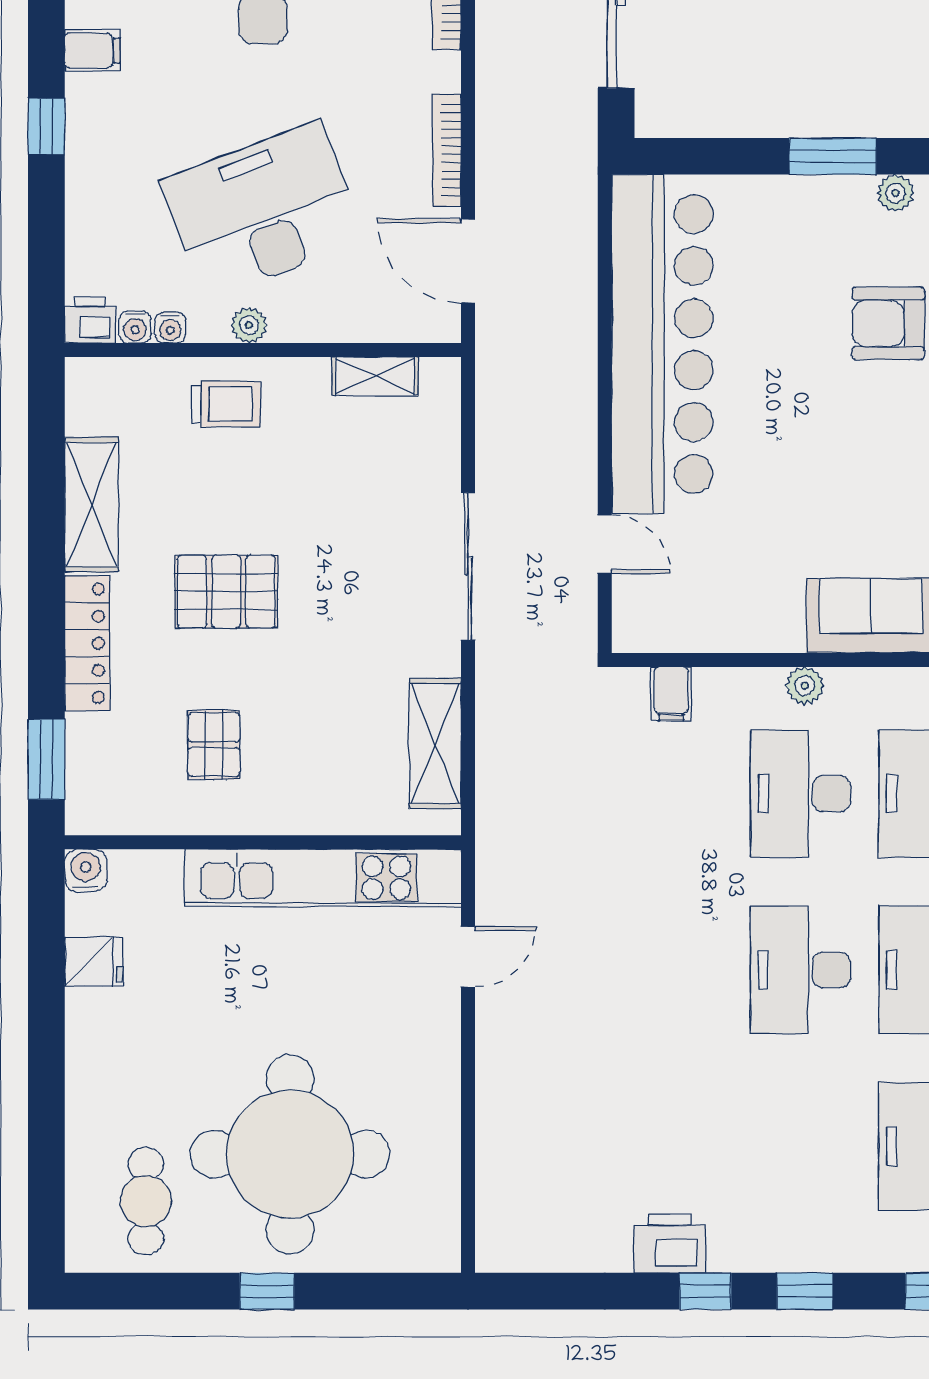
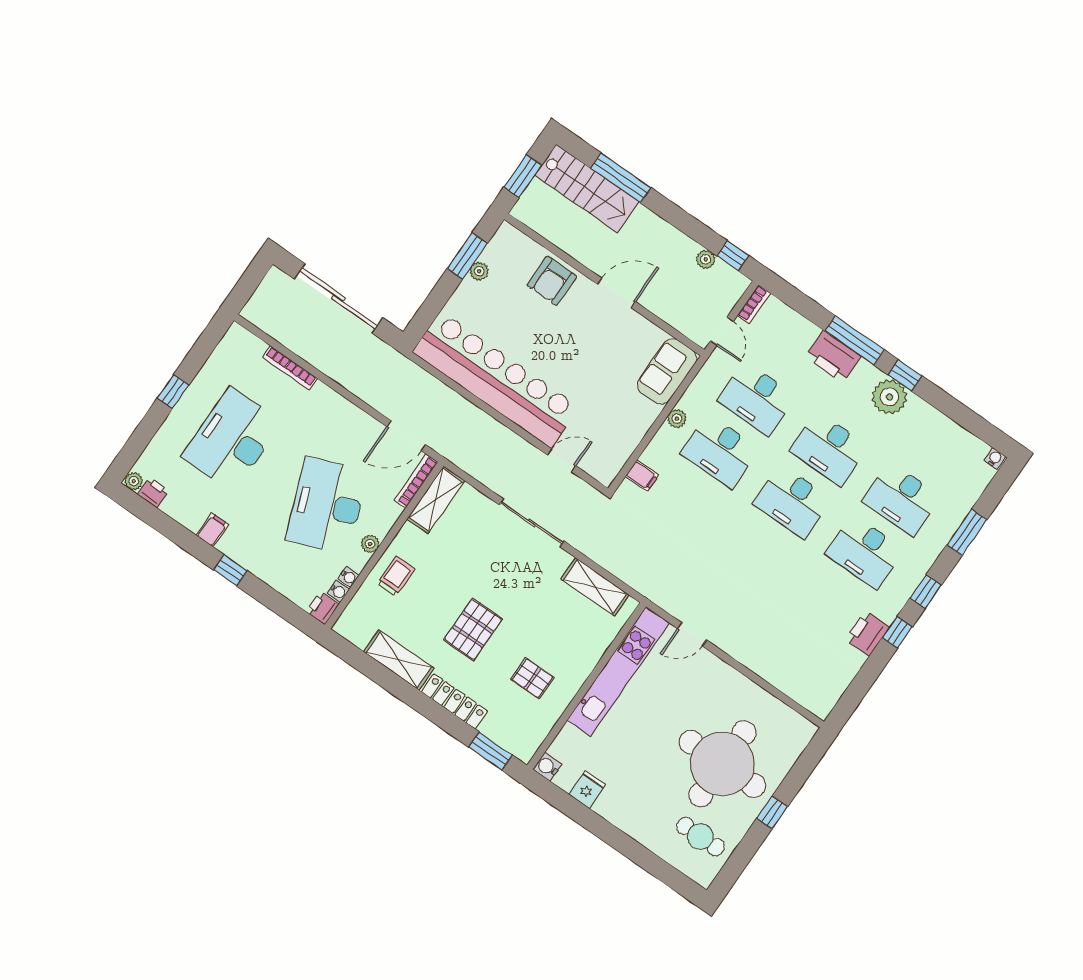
bookcase: (447, 150) -> (416, 481), moved, turned 90
plant: (895, 193) -> (479, 271), moved
shelving: (375, 376) -> (436, 500), width x1.50, depth x1.33
door: (468, 957) -> (692, 634), swing flipped
desk: (800, 1146) -> (865, 552), added

